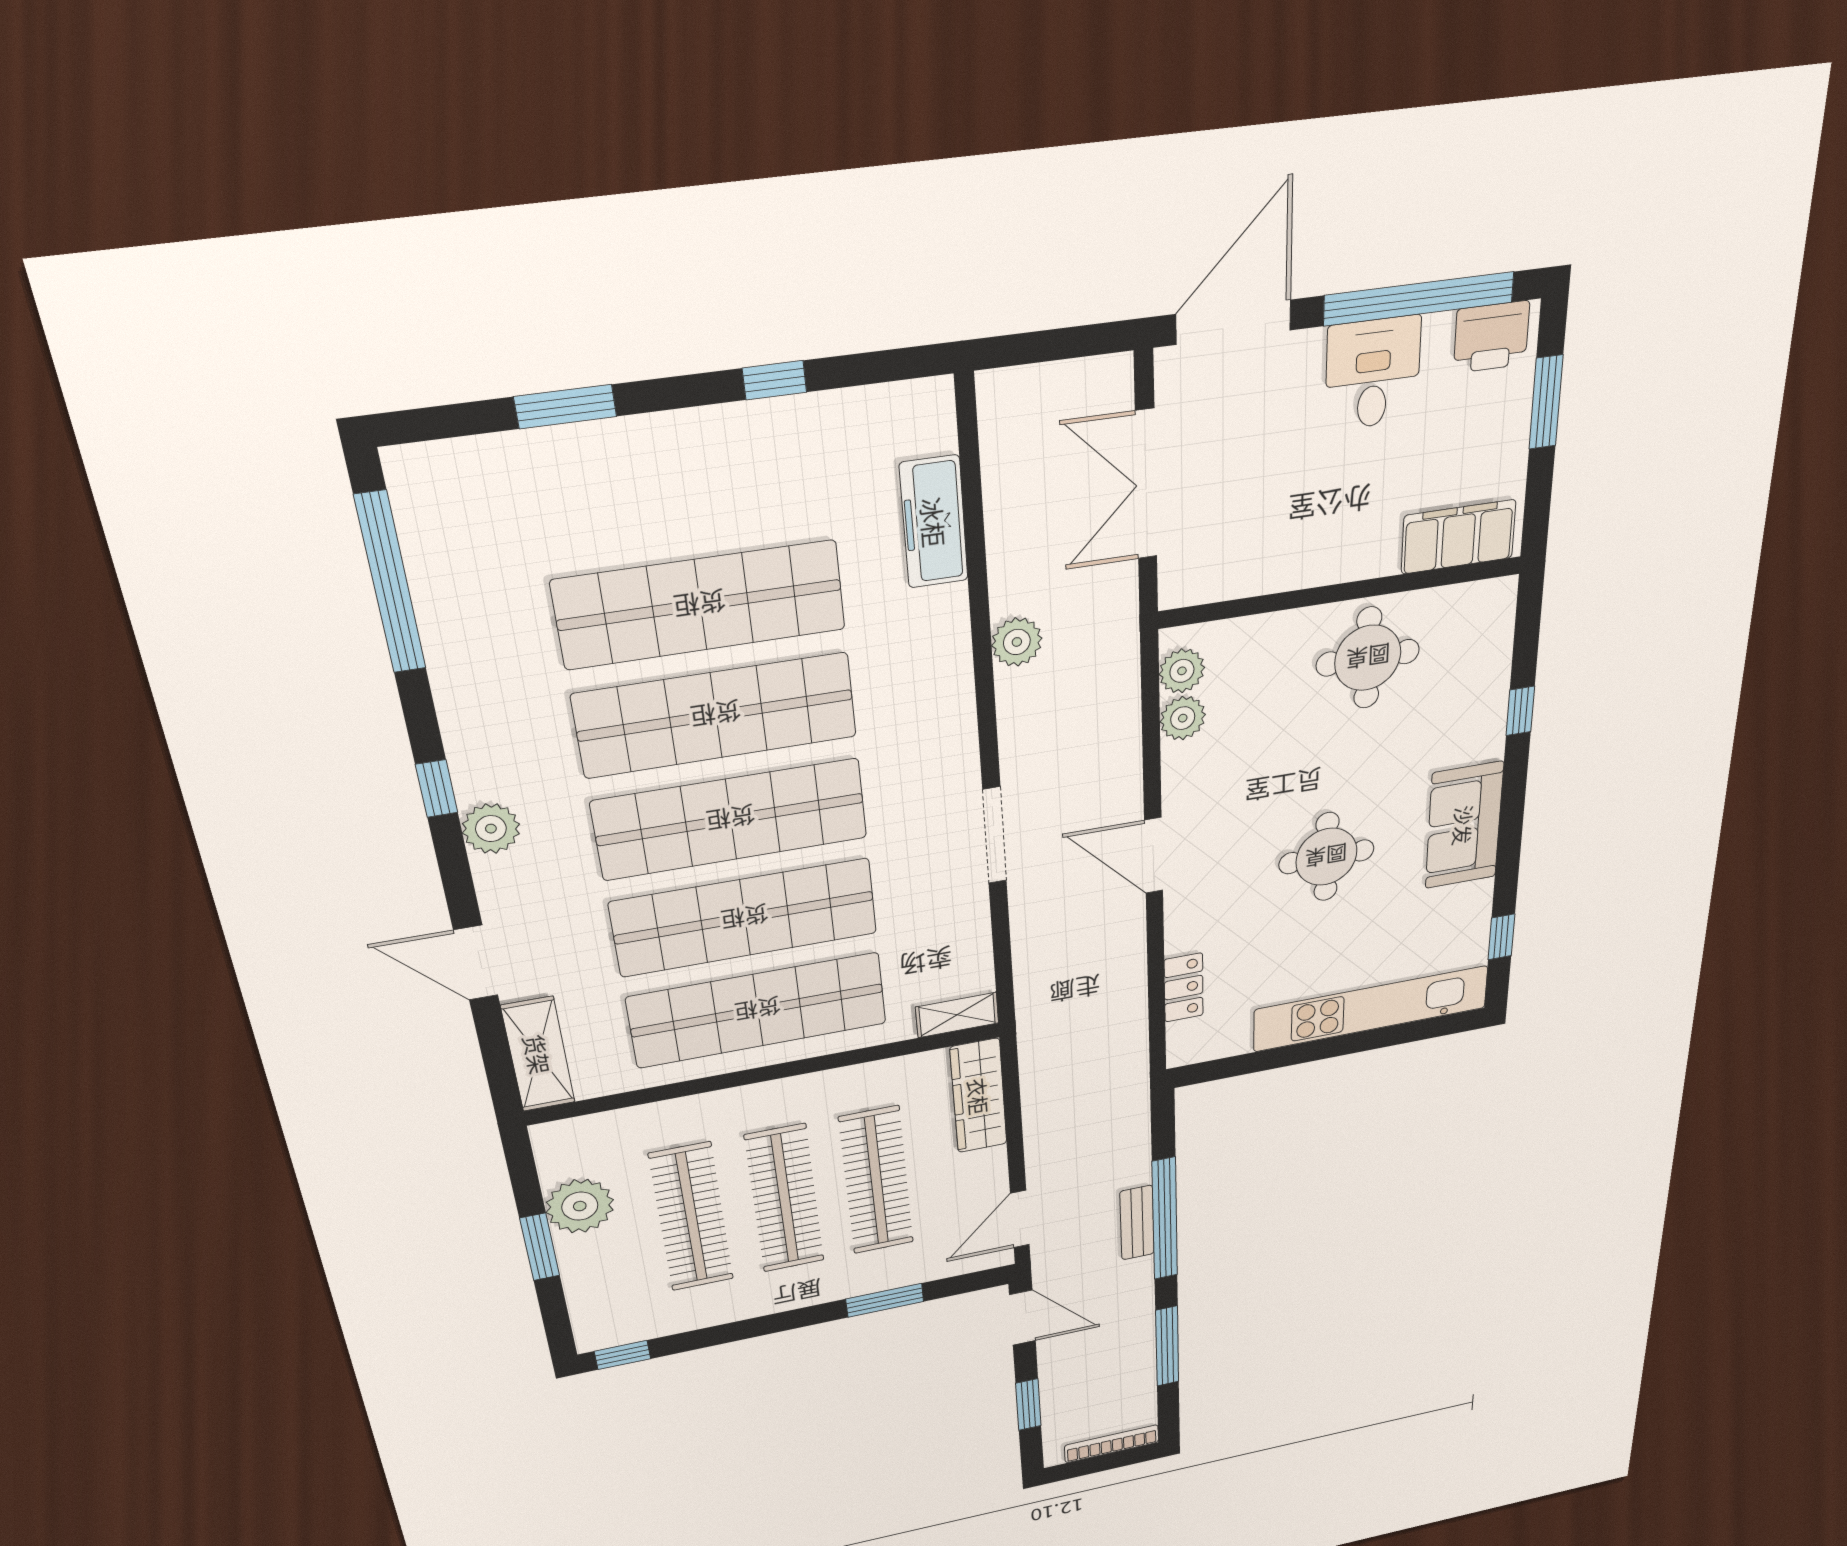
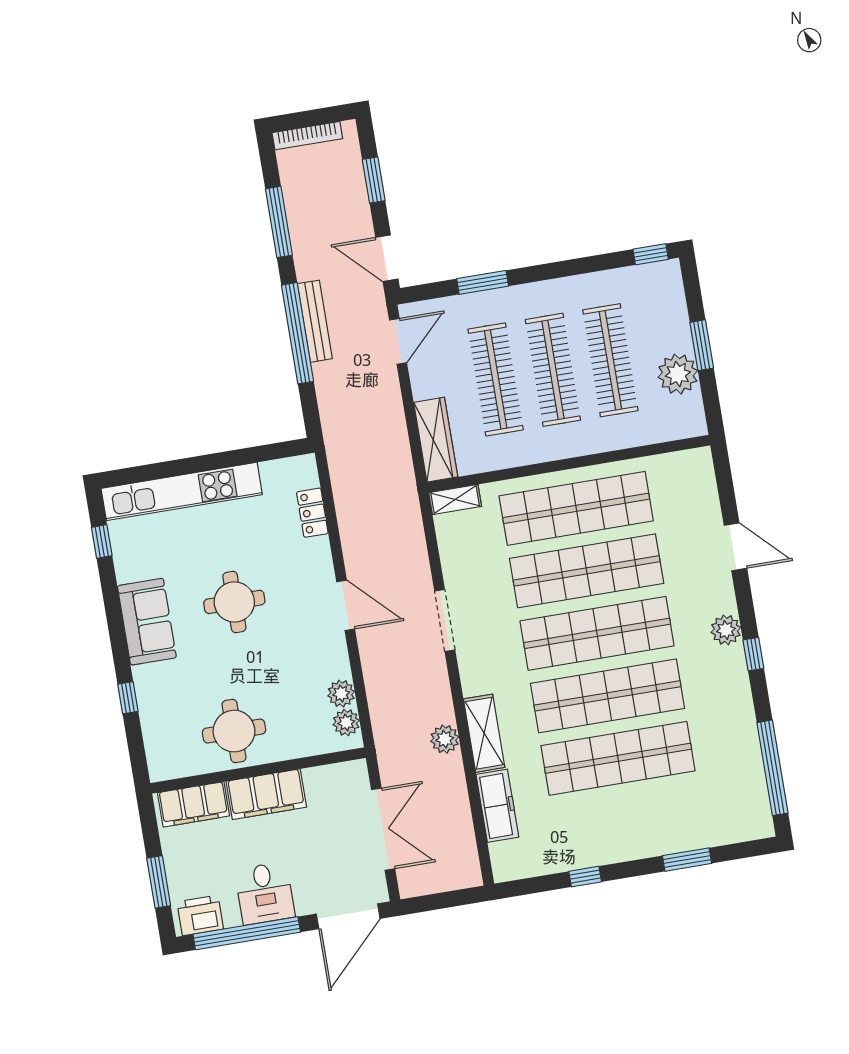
filing cabinet: (1336, 551) -> (266, 794), added
shelving: (538, 1054) -> (484, 733), moved
bench: (1137, 1223) -> (315, 321), width x1.36

